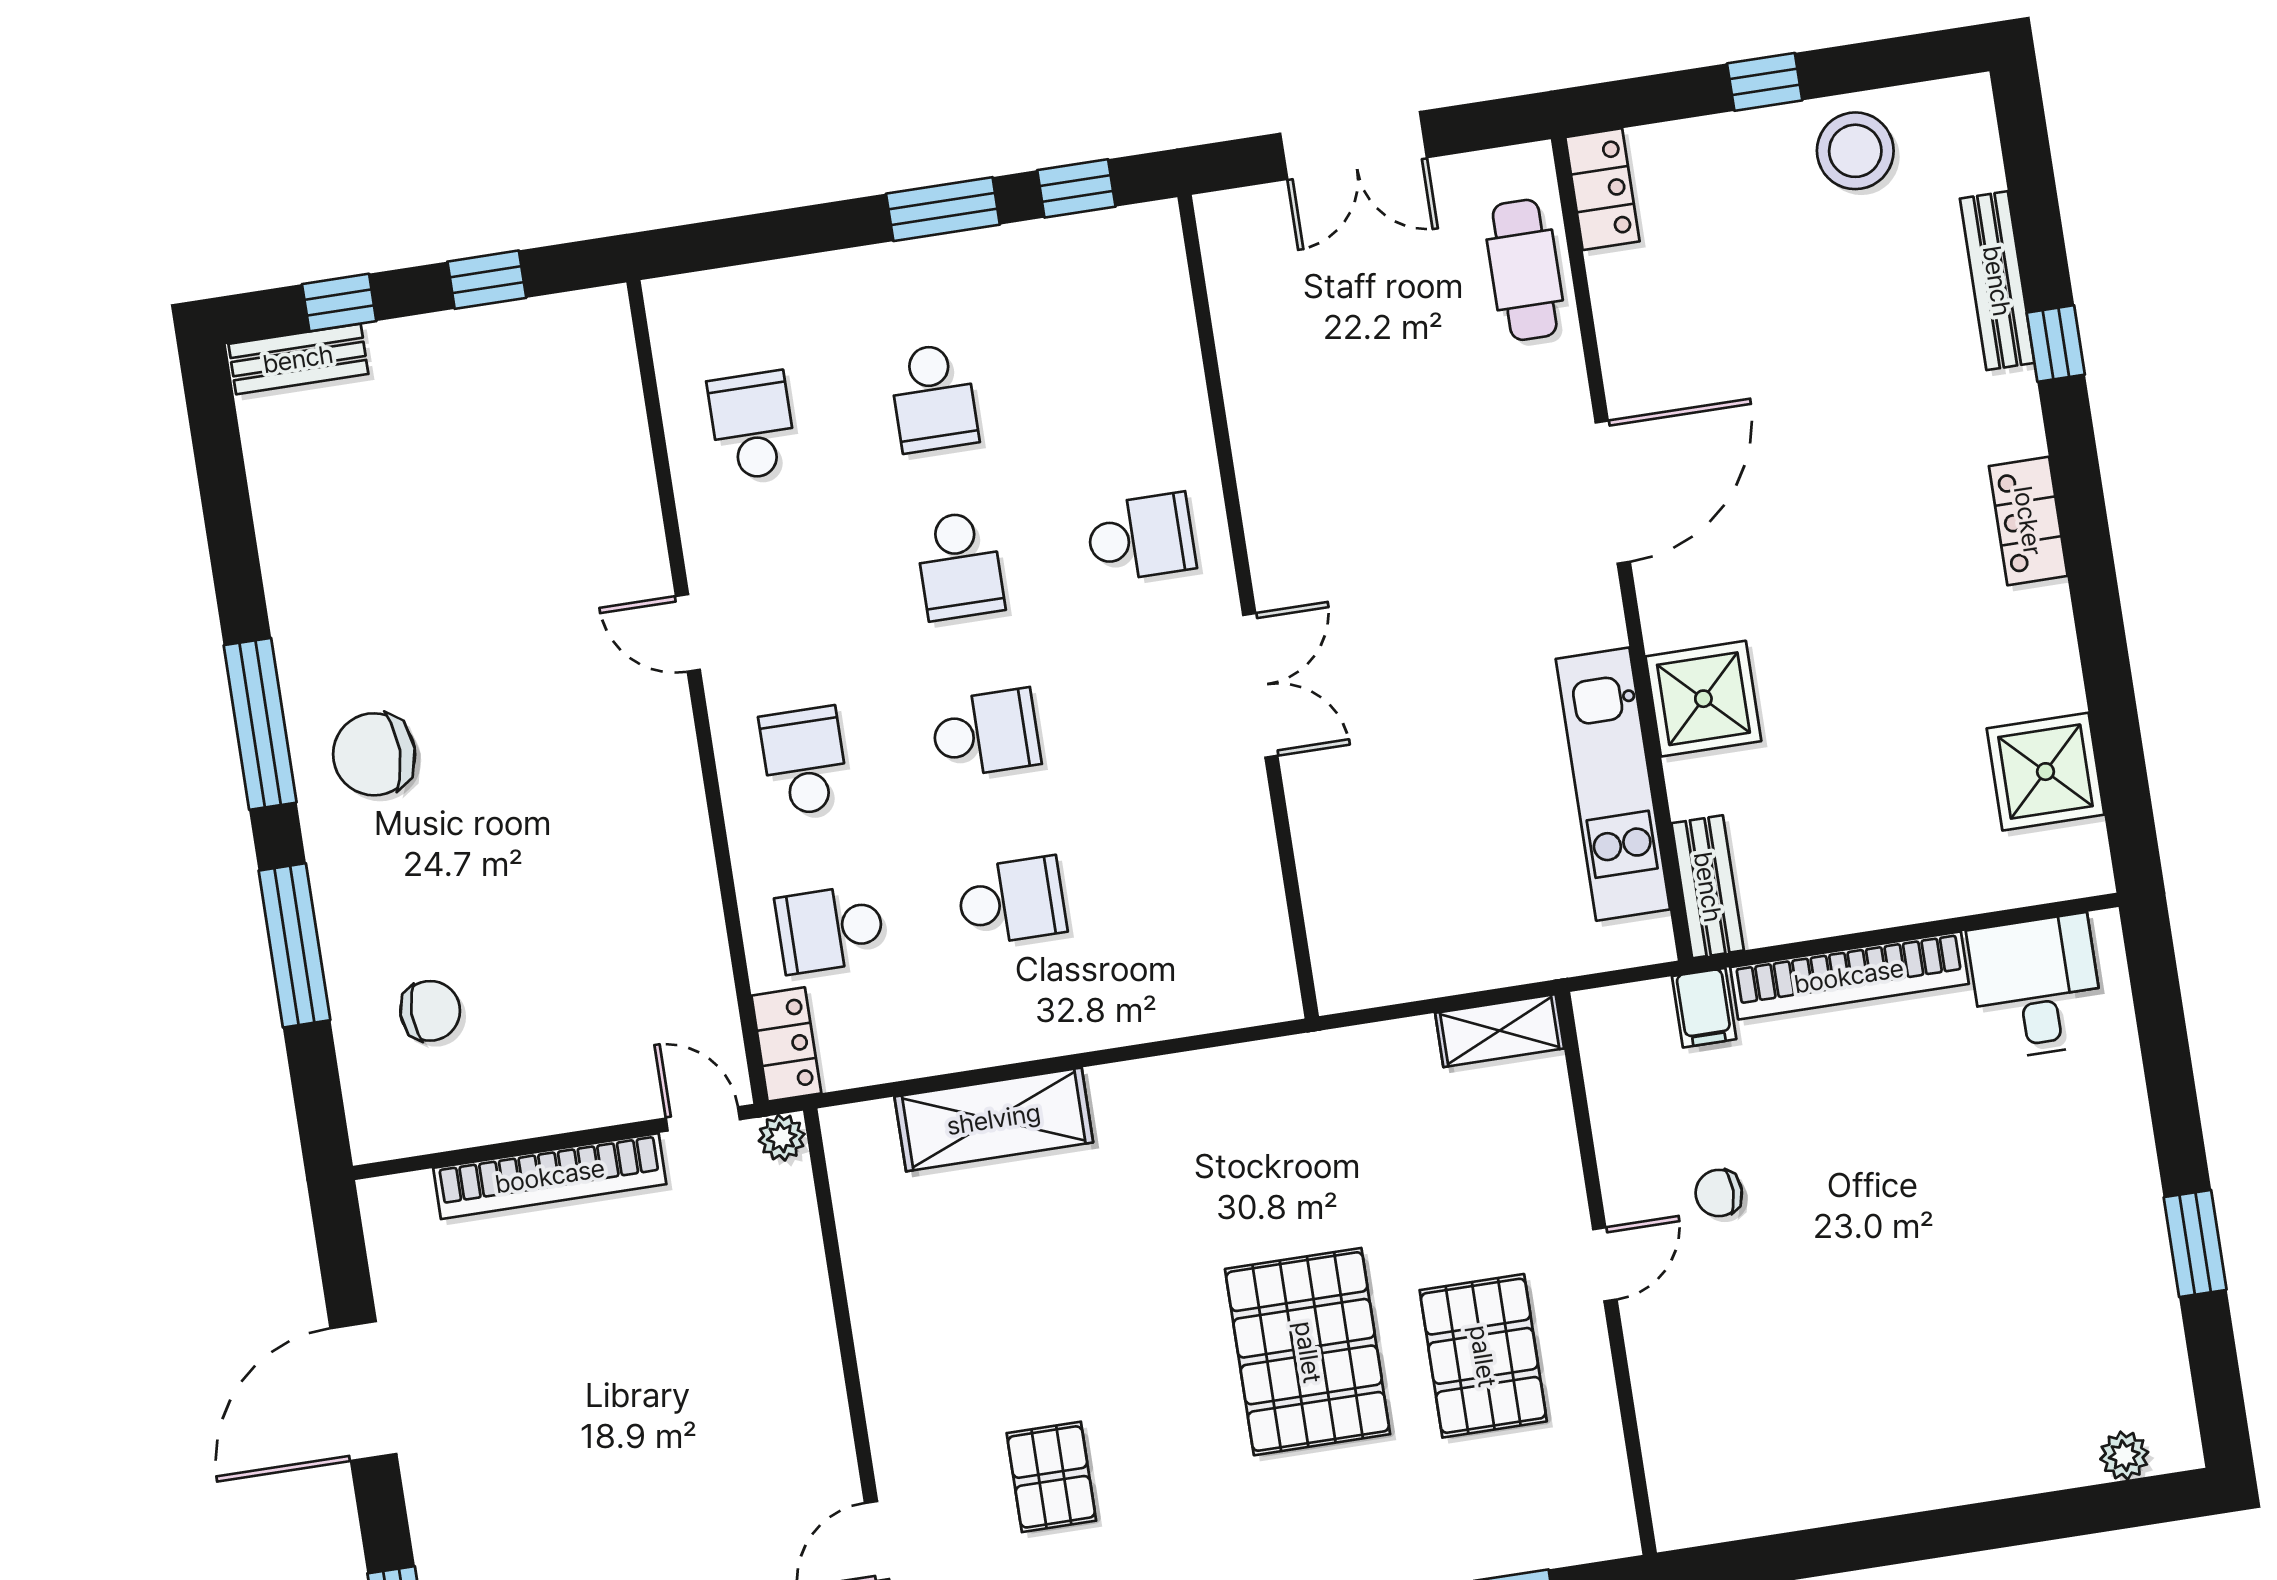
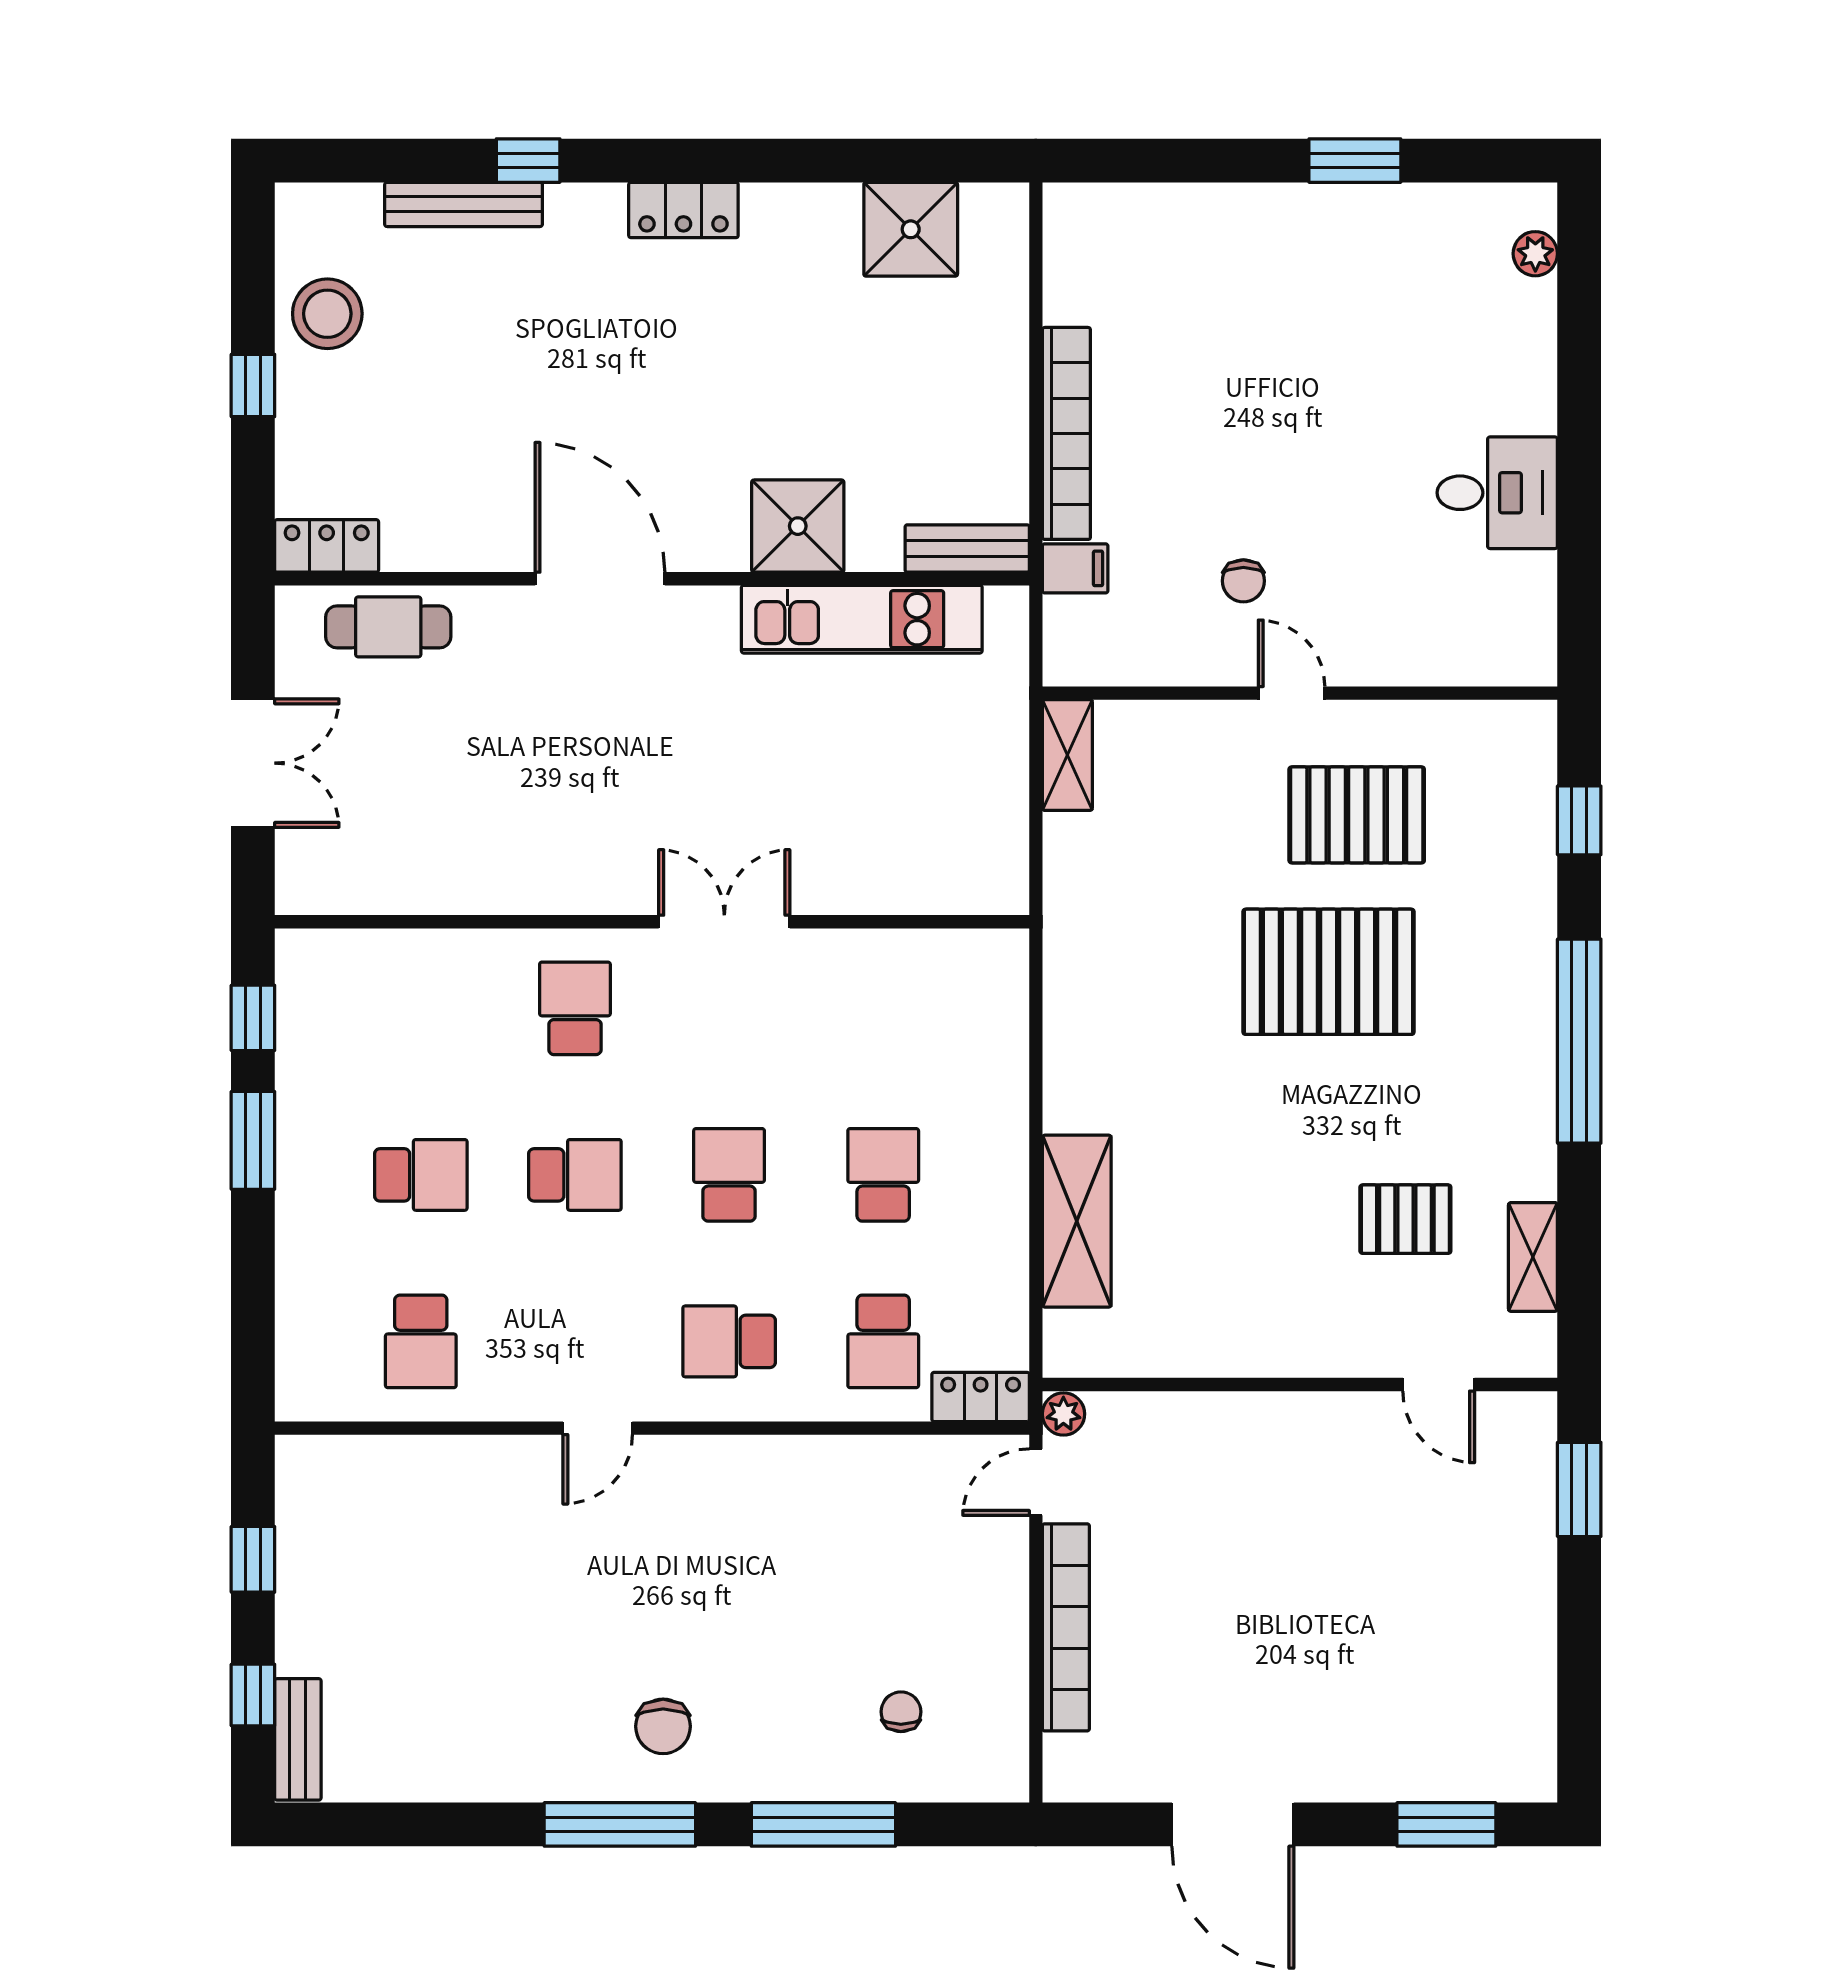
school desk: (752, 426) -> (421, 1341), turned -90
chair: (374, 754) -> (663, 1726), width x0.73, depth x0.73
desk: (2036, 987) -> (1497, 493), moved, turned 180
chair: (430, 1011) -> (901, 1712), width x0.73, depth x0.73

